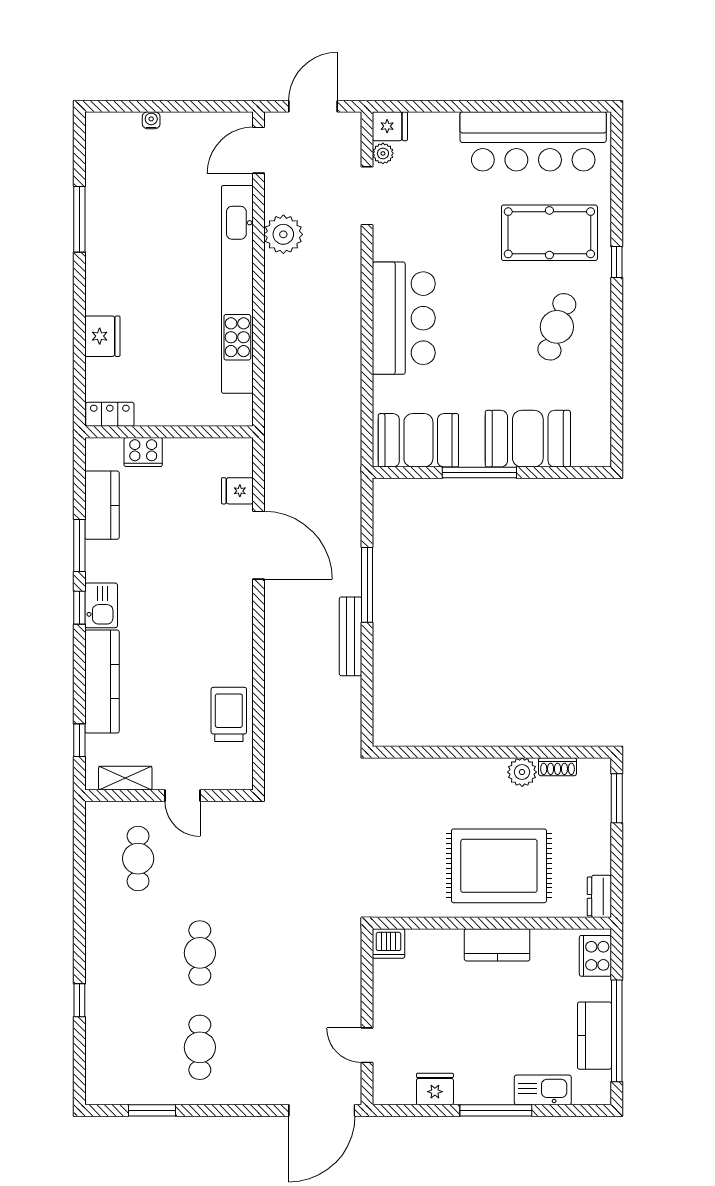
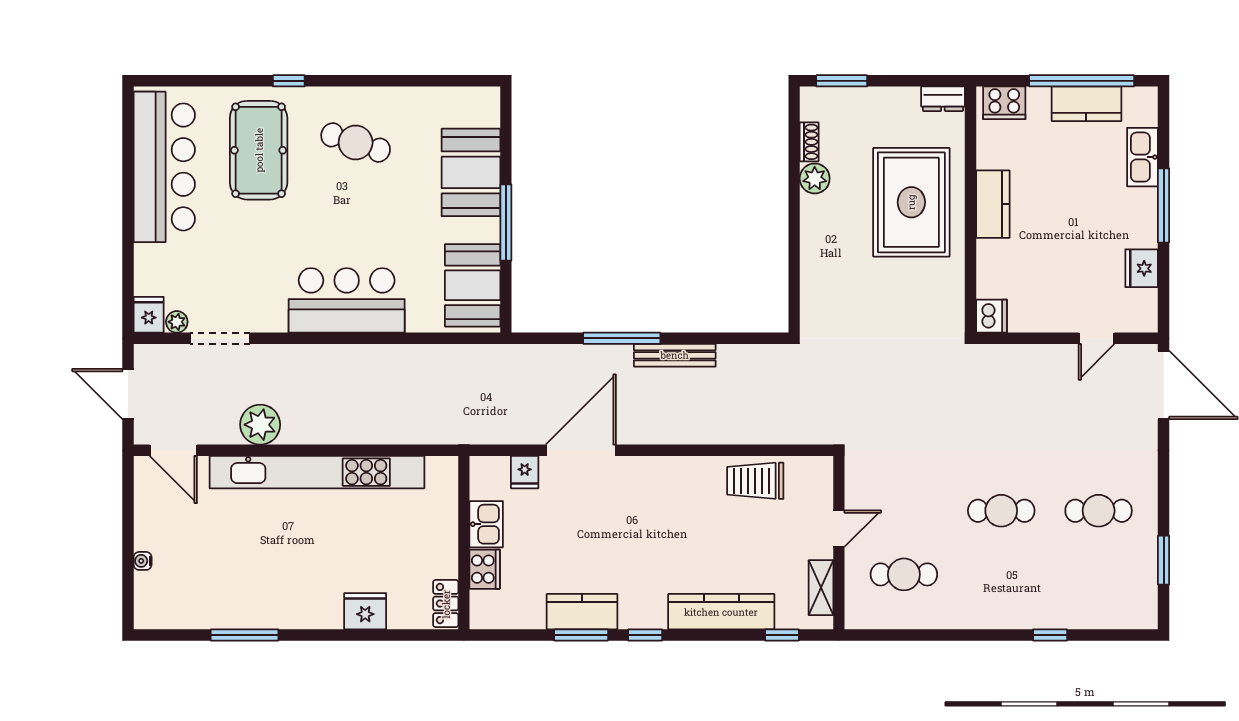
kitchen counter: (102, 505) -> (582, 612), moved
kitchen sink: (101, 605) -> (486, 524), moved, turned 90

